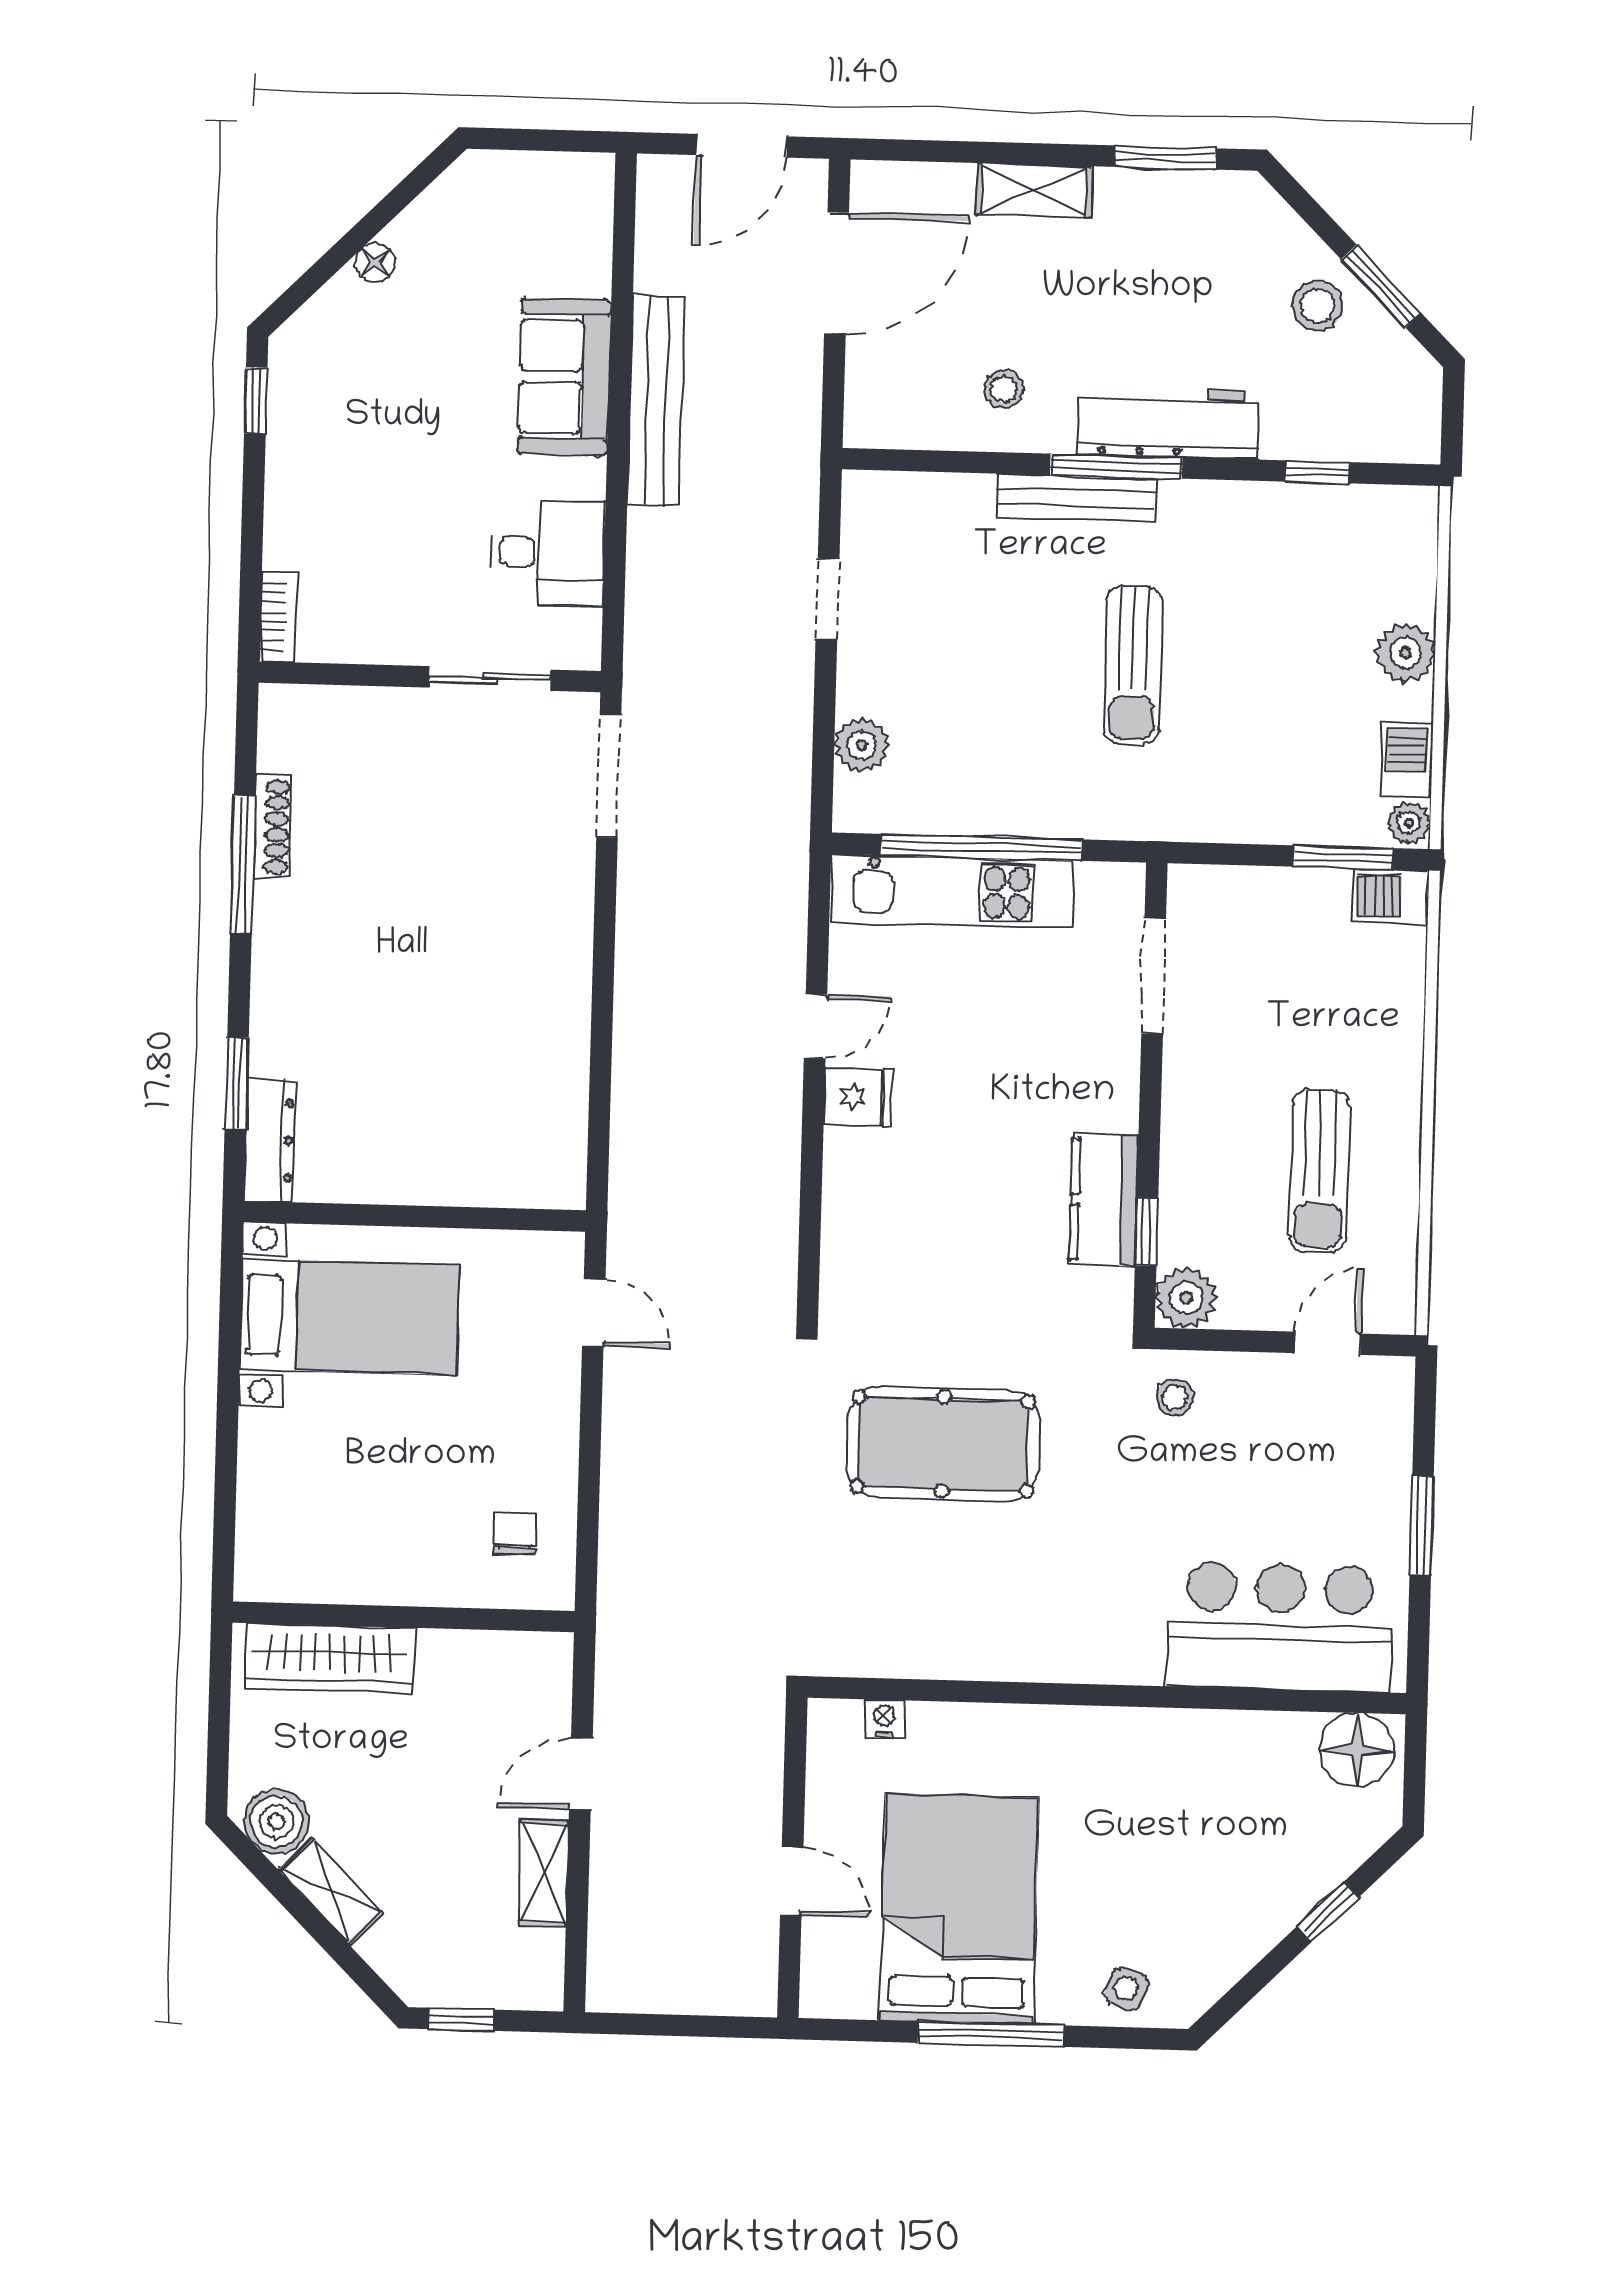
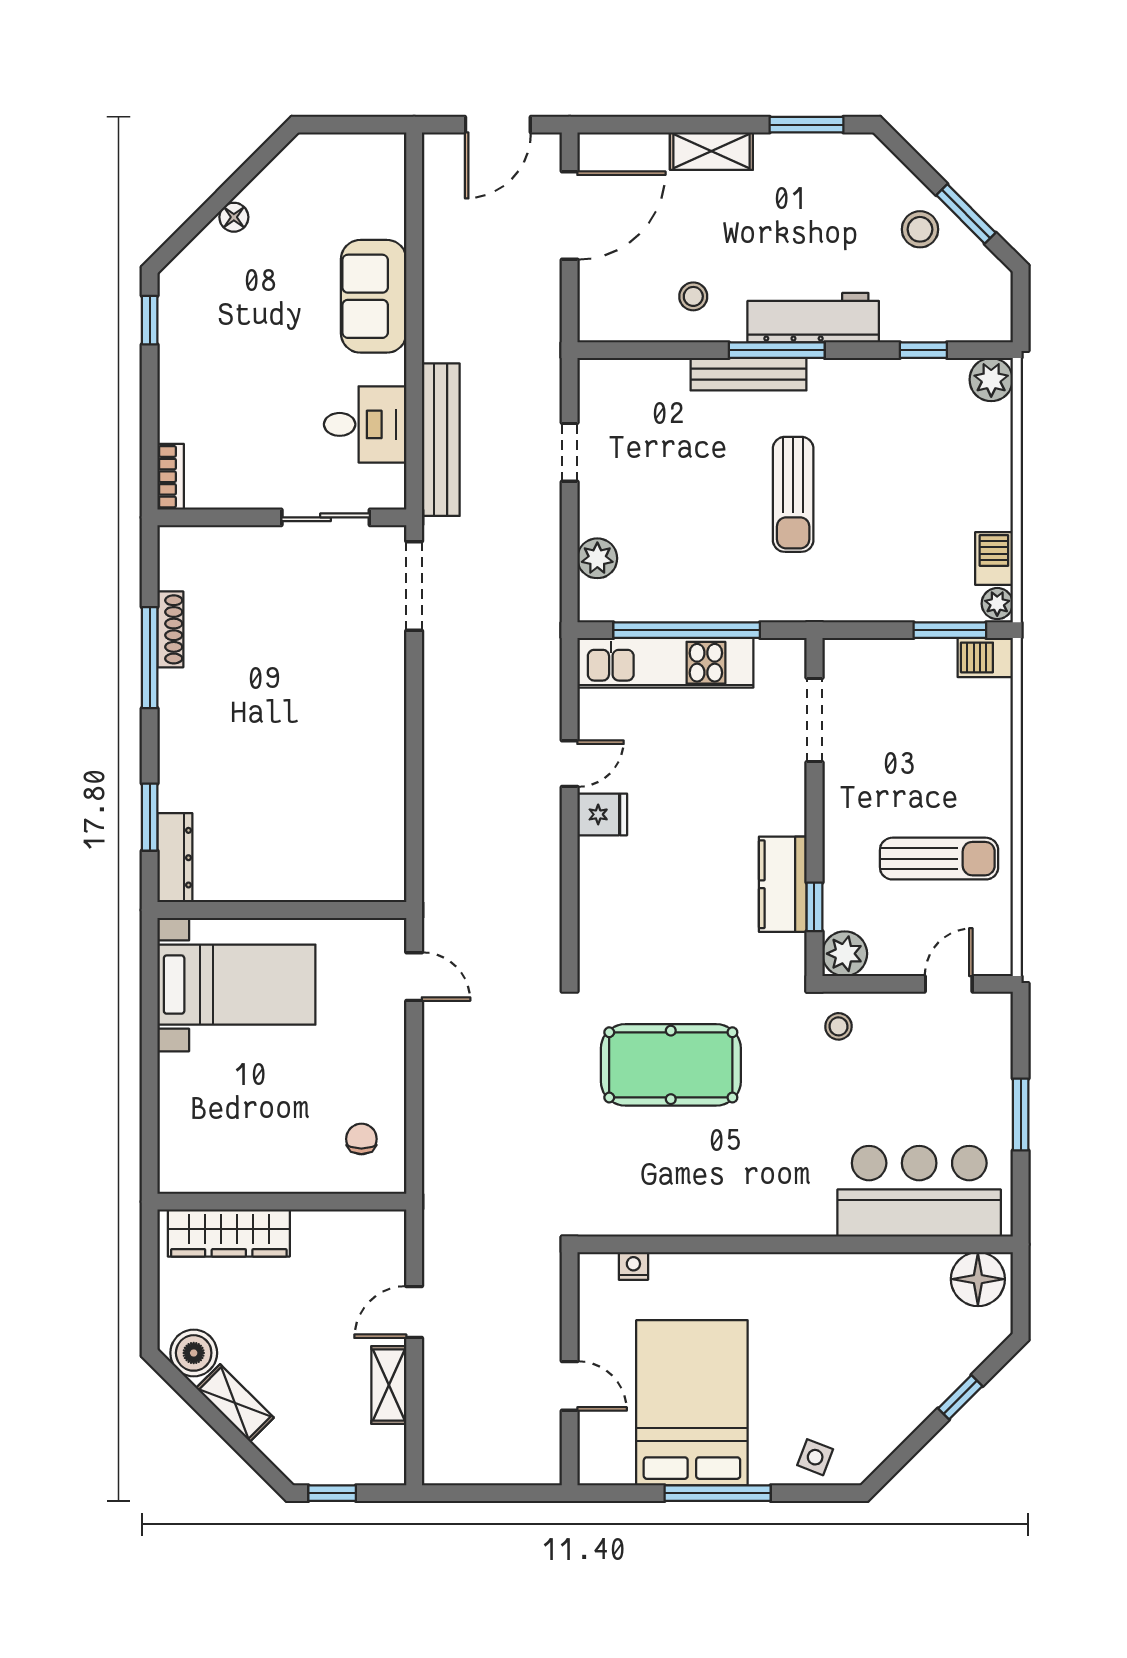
bench: (656, 401) -> (441, 440), moved
plant: (1406, 653) -> (991, 380), moved
sun lounger: (1319, 1171) -> (939, 859), turned -90

